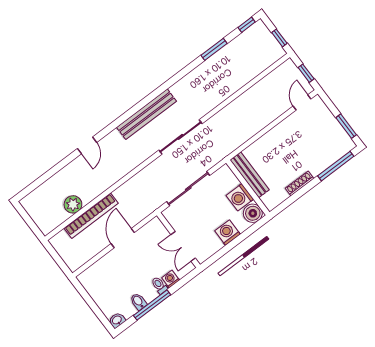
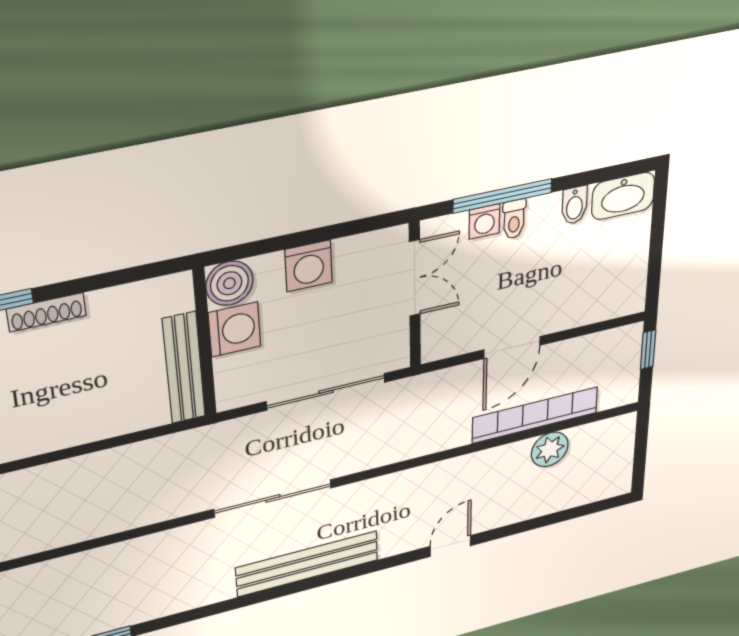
shoe rack: (300, 183) -> (46, 312), moved
window: (61, 263) -> (648, 350), added
window: (152, 305) -> (503, 196), moved
washbasin: (117, 320) -> (623, 196), width x1.91, depth x1.45

